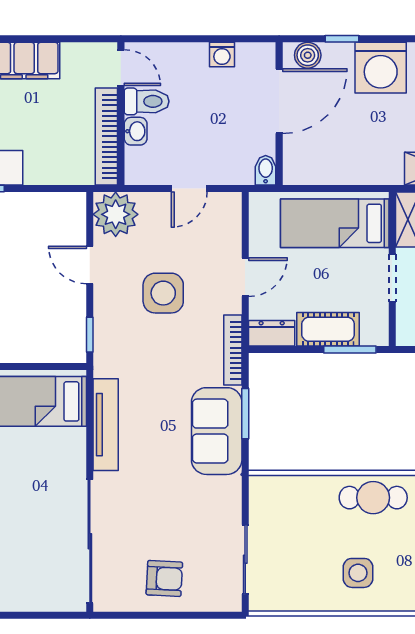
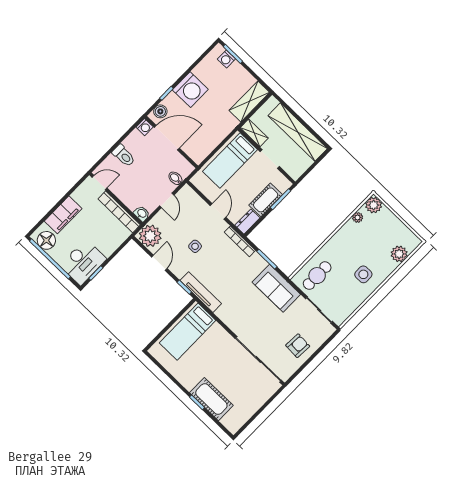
washing machine: (222, 55) -> (145, 127), moved
toilet: (147, 101) -> (124, 156), moved, turned 90
door: (279, 101) -> (167, 138), hinge flipped
washbasin: (136, 131) -> (142, 214), moved
bidet: (266, 170) -> (175, 178), moved
door: (90, 265) -> (159, 263), swing flipped
side table: (163, 293) -> (195, 246), width x0.54, depth x0.54
tv unit: (106, 425) -> (201, 292), moved
sofa: (217, 431) -> (276, 288), moved
cafe table: (373, 498) -> (317, 276), moved

